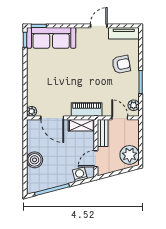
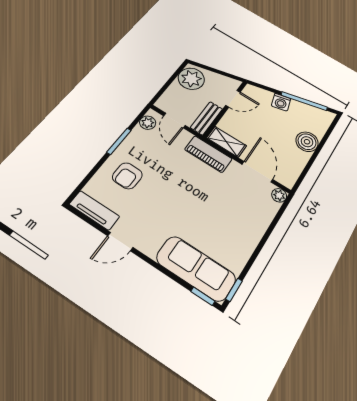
armchair: (121, 64) -> (127, 176), turned -79
washing machine: (80, 174) -> (281, 102), moved

